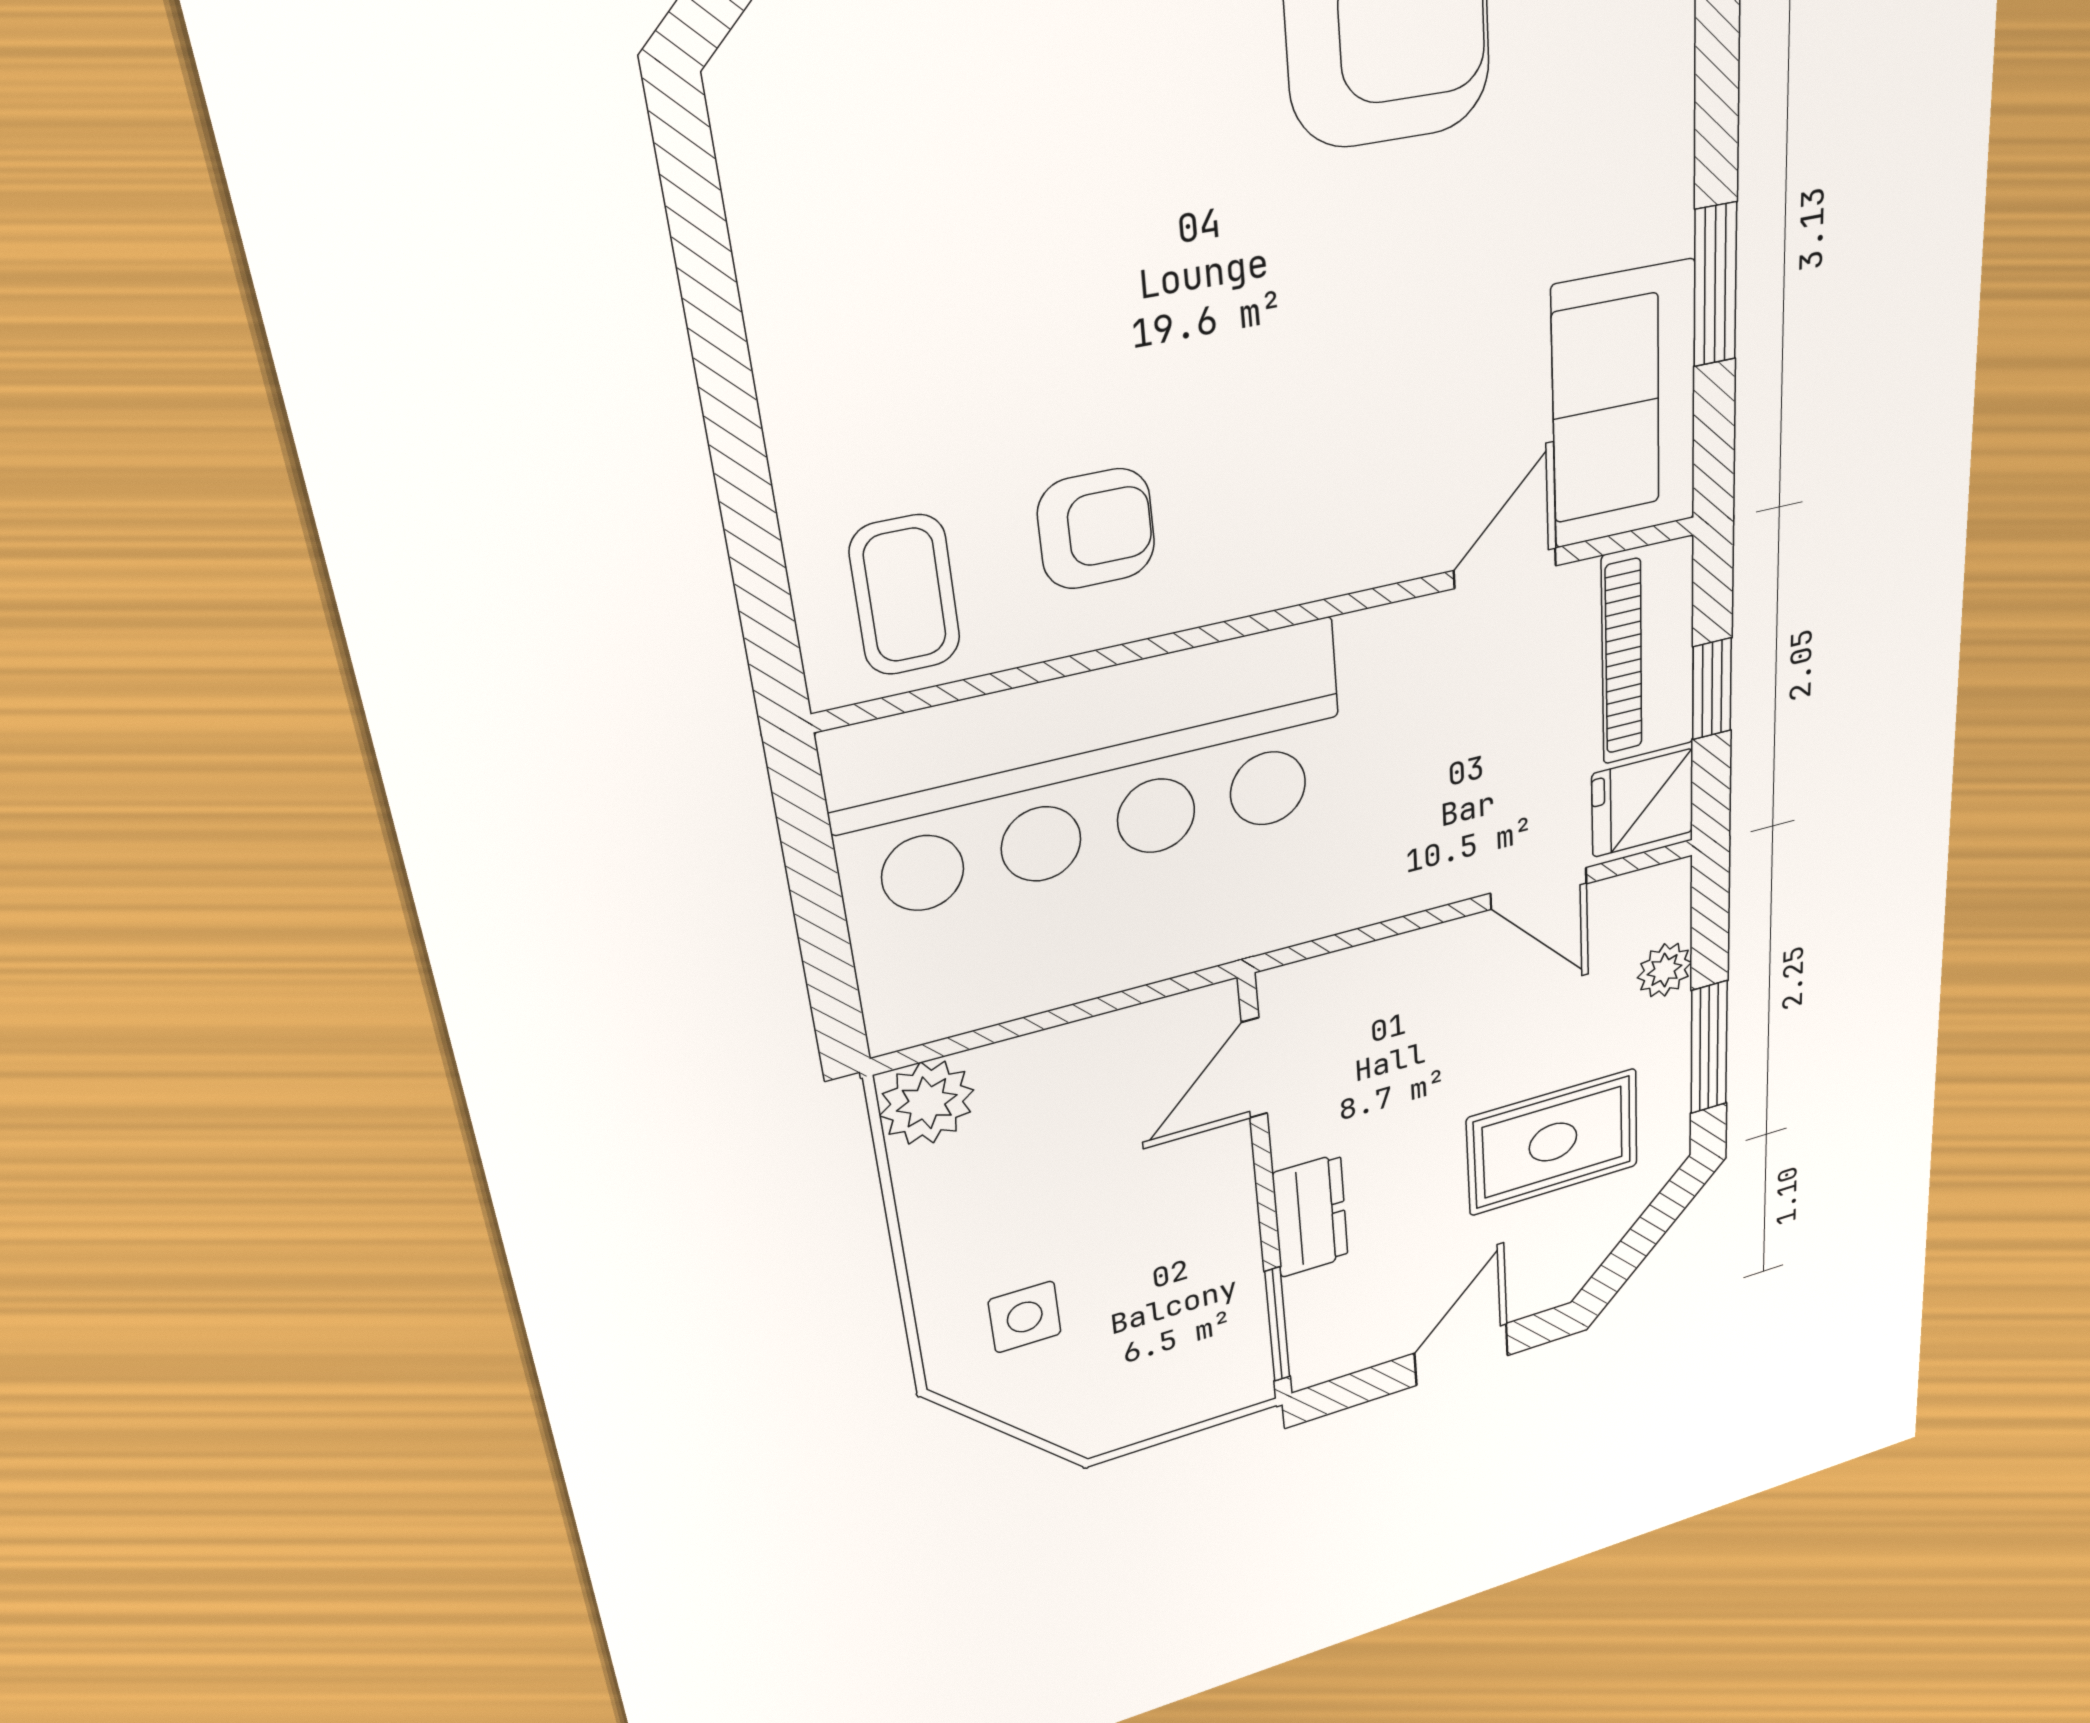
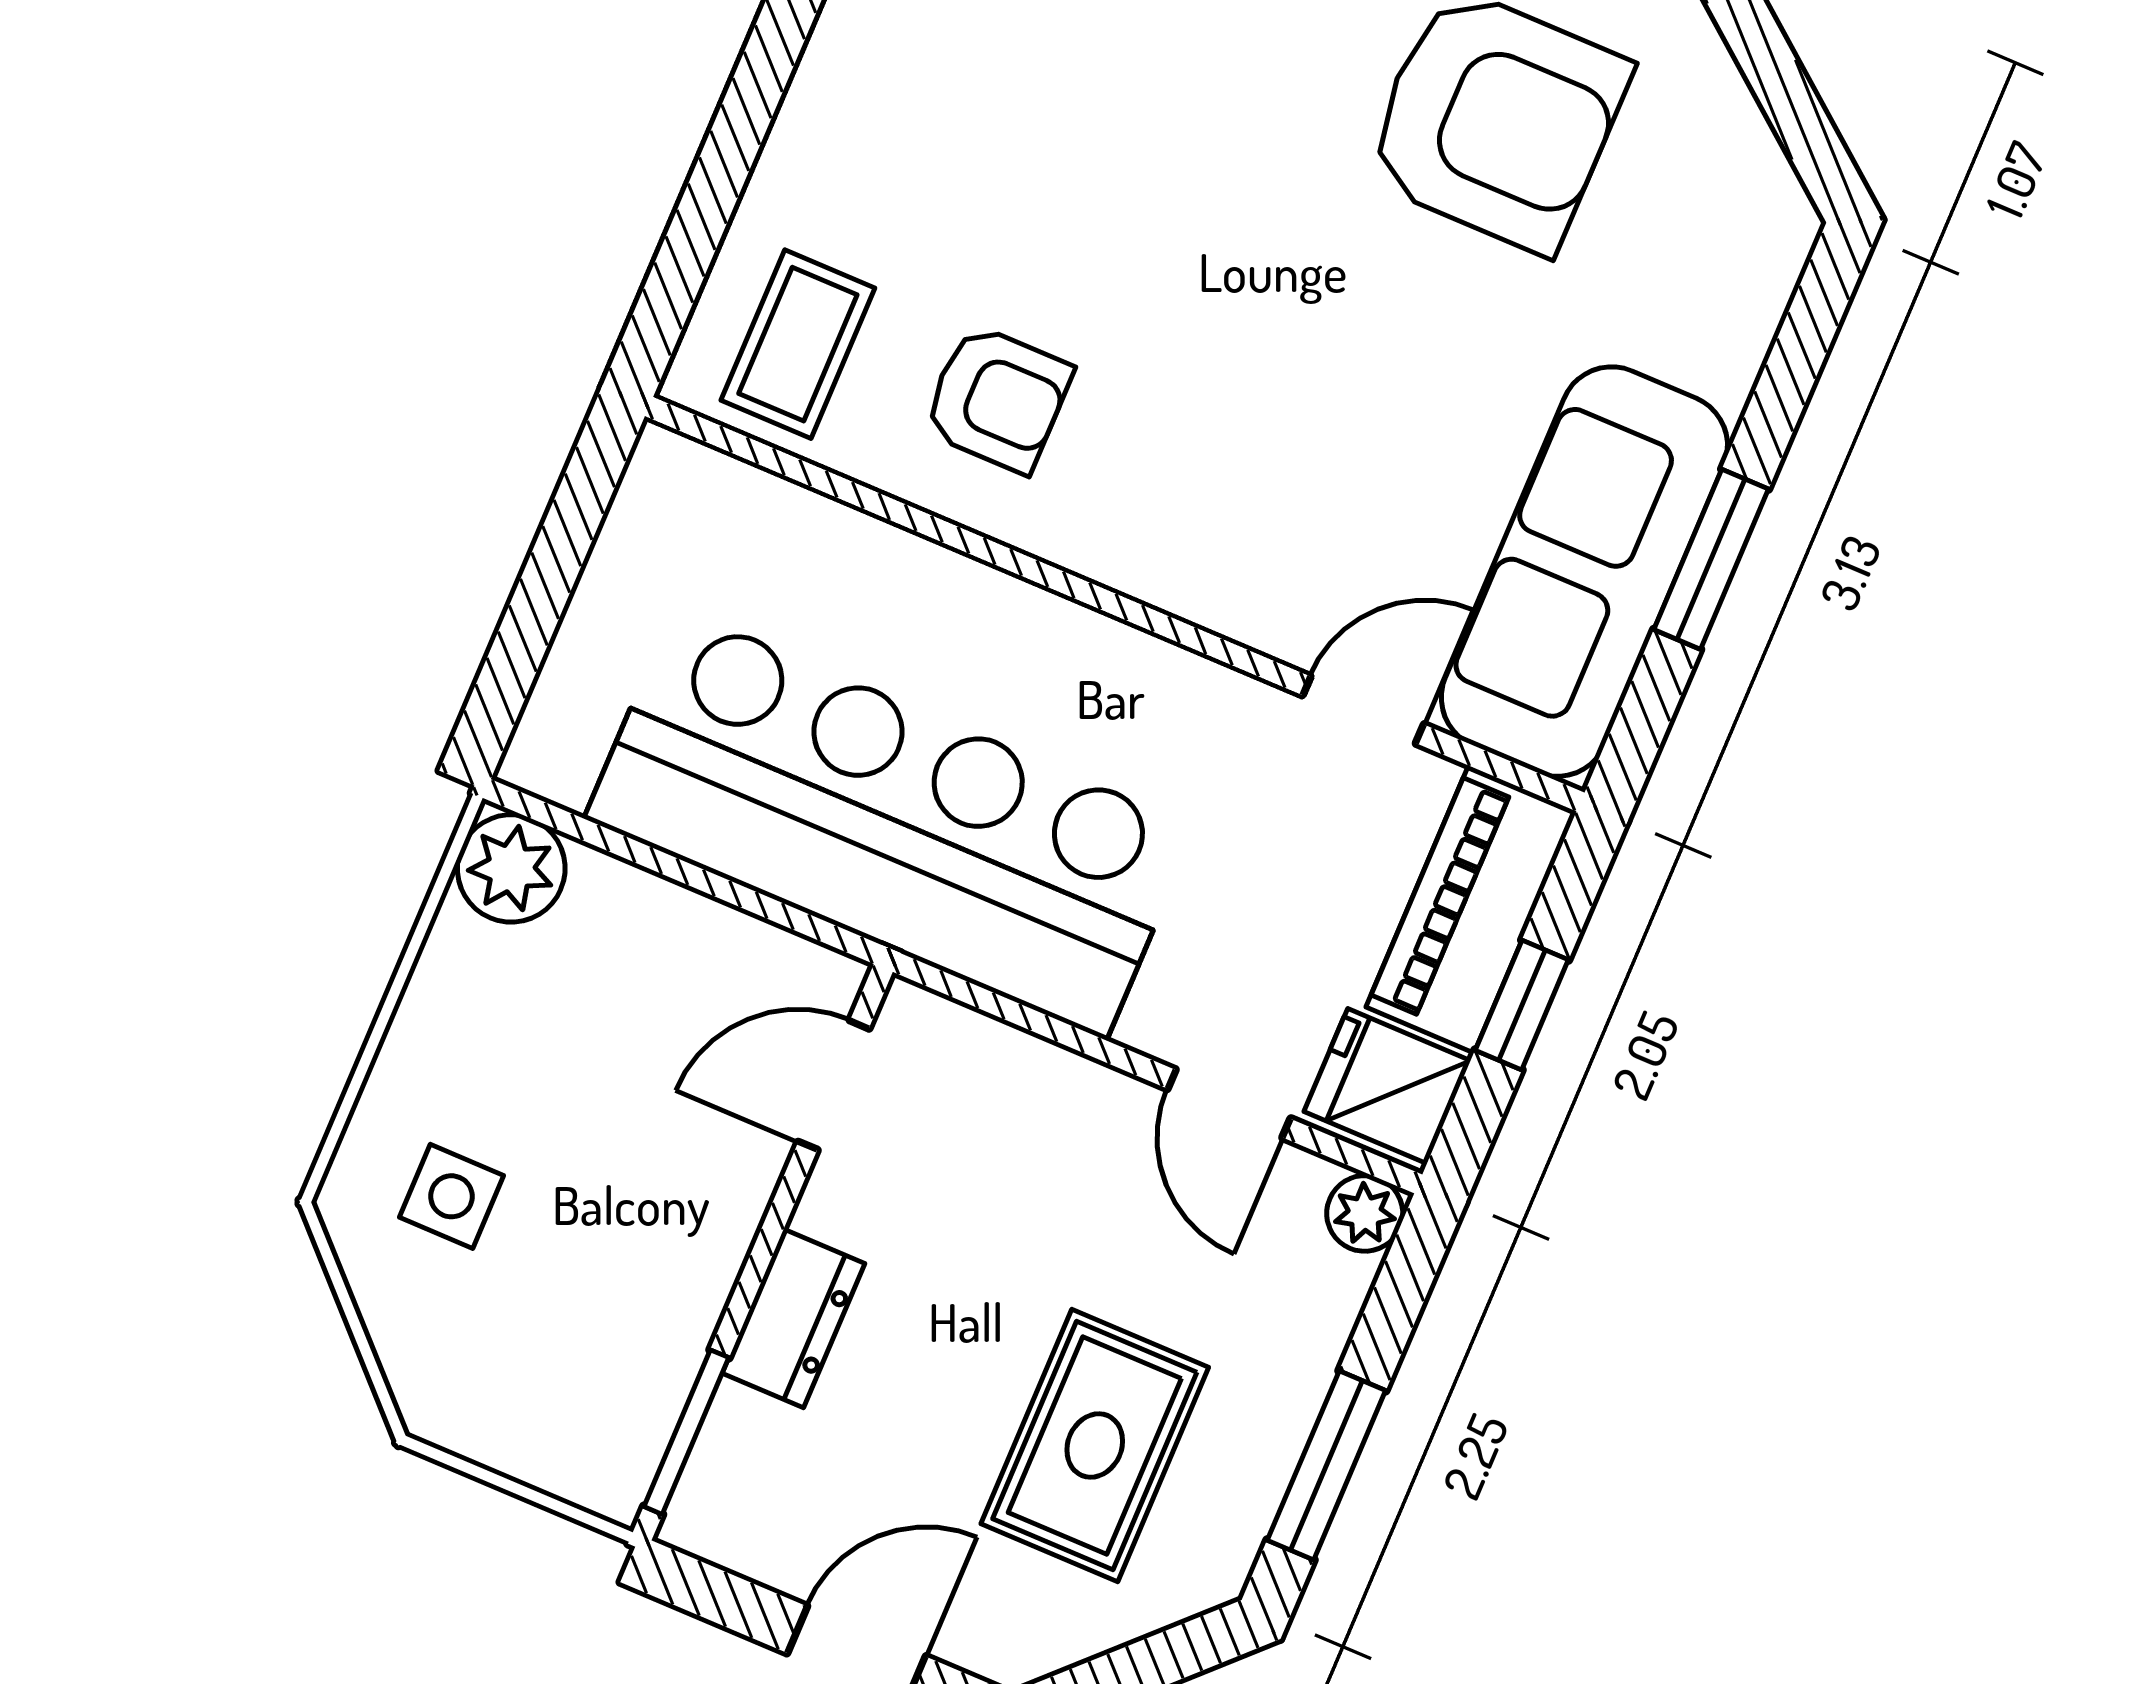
sofa: (1624, 405) -> (1584, 572), width x1.36
bar counter: (1092, 771) -> (890, 823), moved, turned 180
plant: (1665, 970) -> (1365, 1213), moved
rug: (1553, 1142) -> (1095, 1446), turned 90

